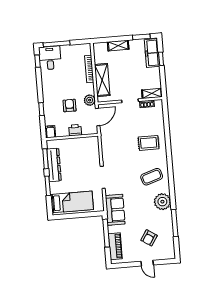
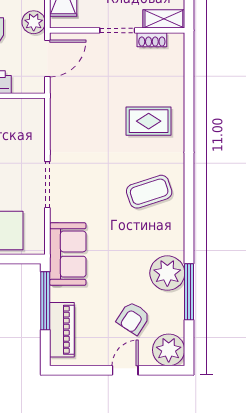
plant: (162, 202) -> (167, 273), moved
plant: (167, 252) -> (169, 350), added
door: (147, 263) -> (125, 370), swing flipped

